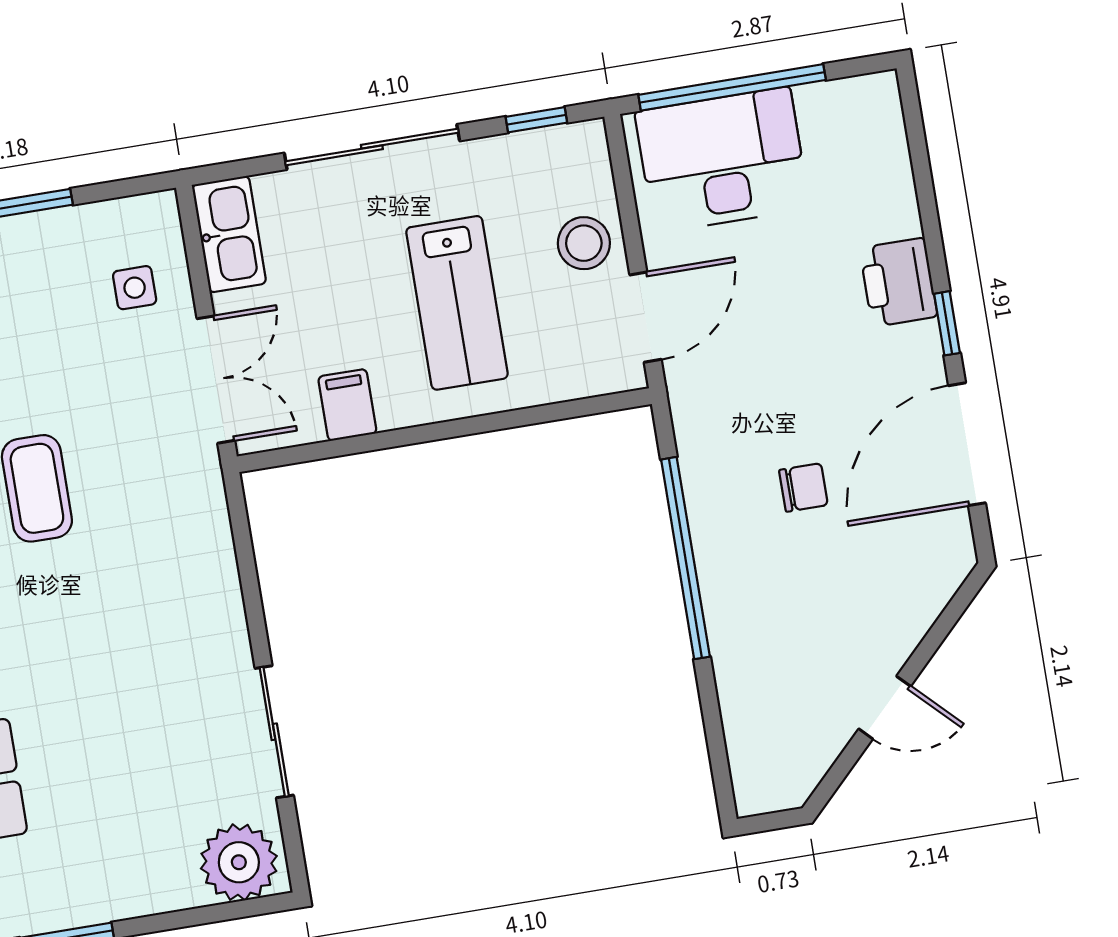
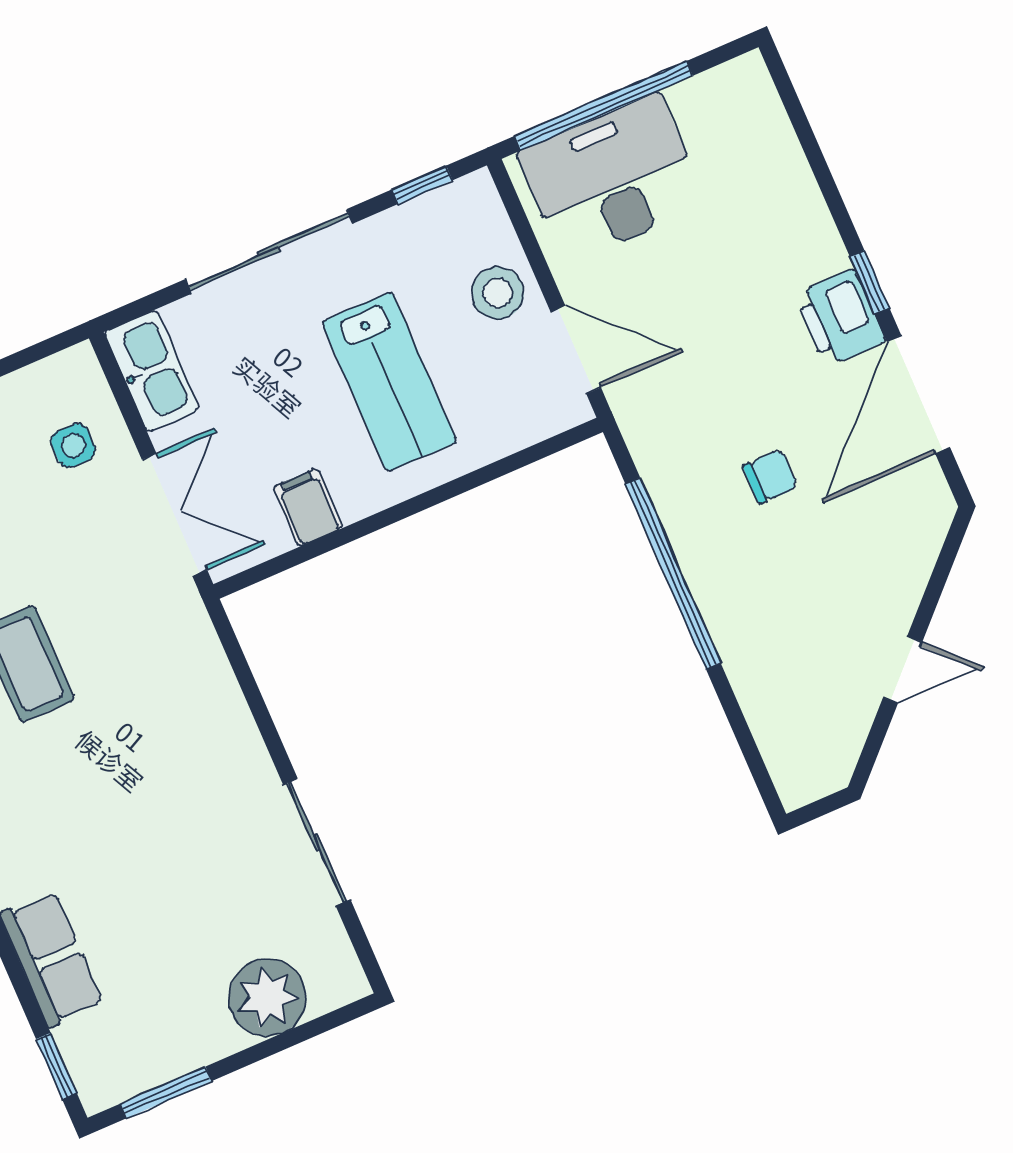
printer: (898, 282) -> (840, 318), moved
door: (646, 317) -> (576, 350), hinge flipped
plant: (239, 862) -> (267, 998), moved

